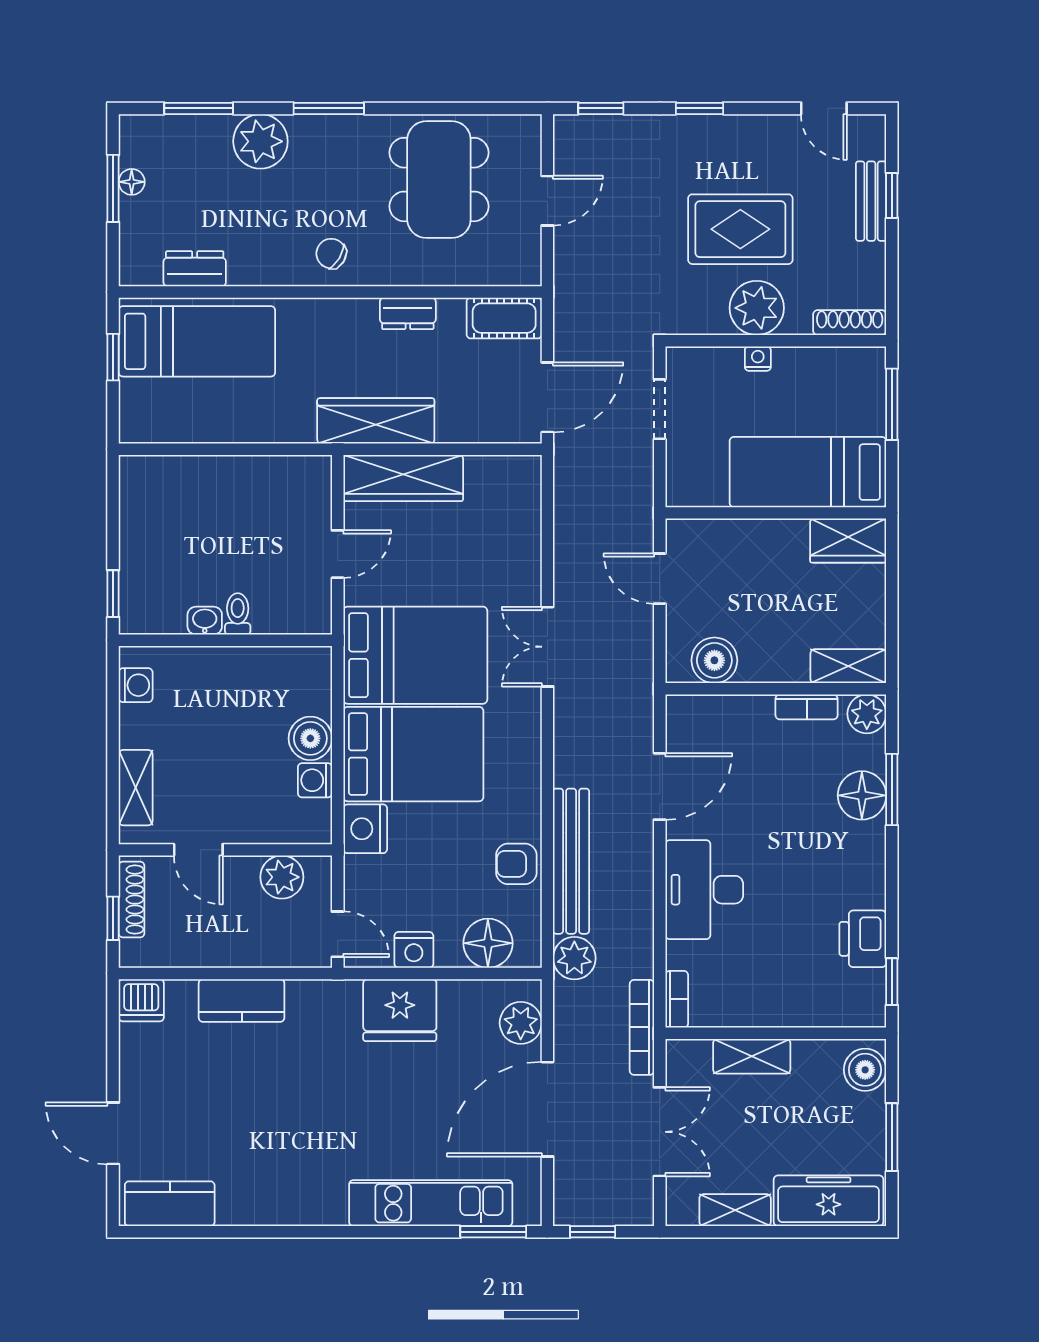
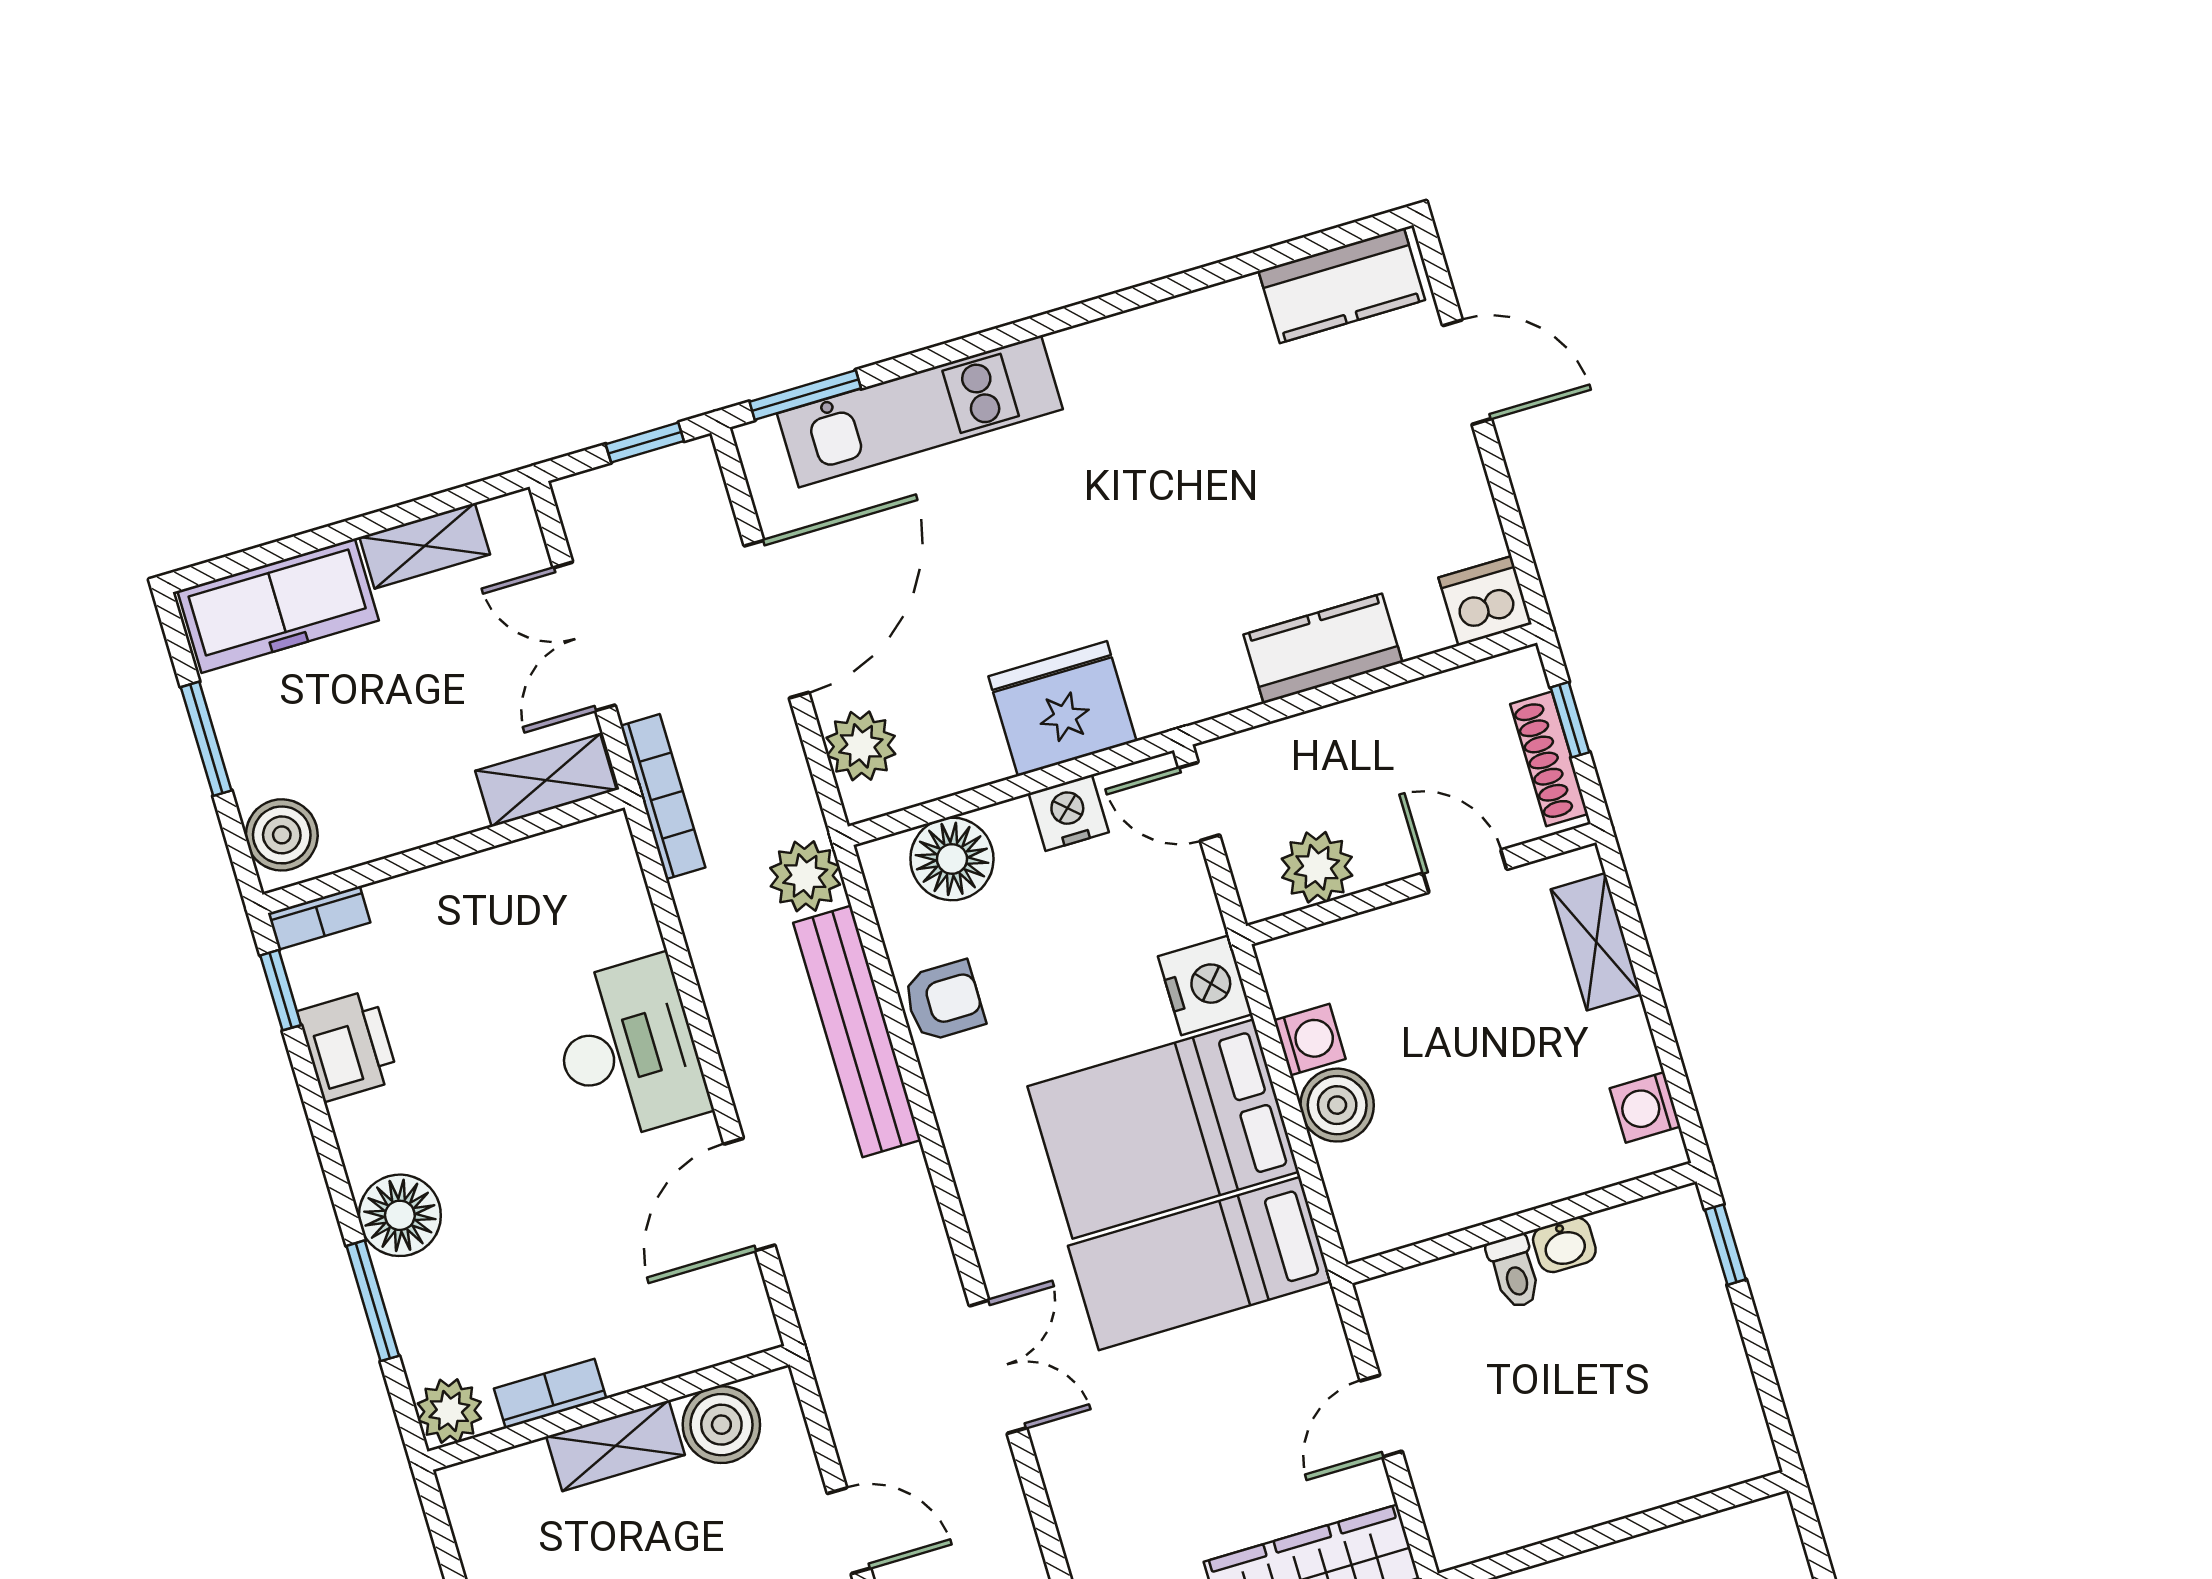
bed: (415, 655) -> (1200, 1264), width x0.67
shelving: (848, 666) -> (616, 1446), moved
floor lamp: (862, 795) -> (400, 1215), moved
bookcase: (677, 999) -> (319, 918), moved, turned -90
shelving: (752, 1056) -> (546, 780), moved

